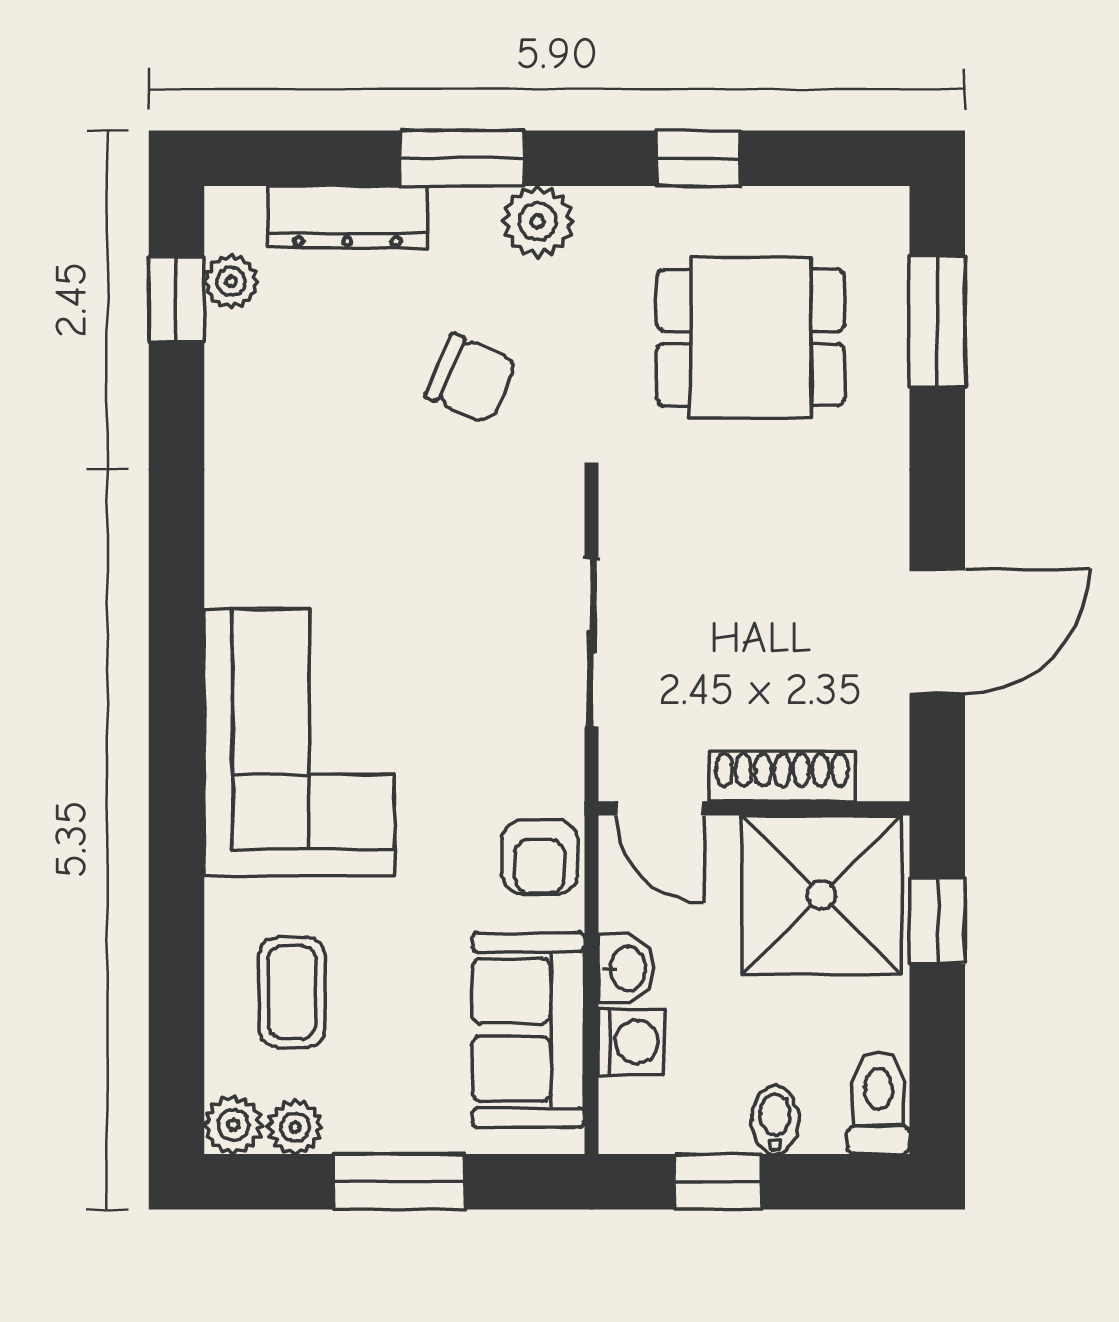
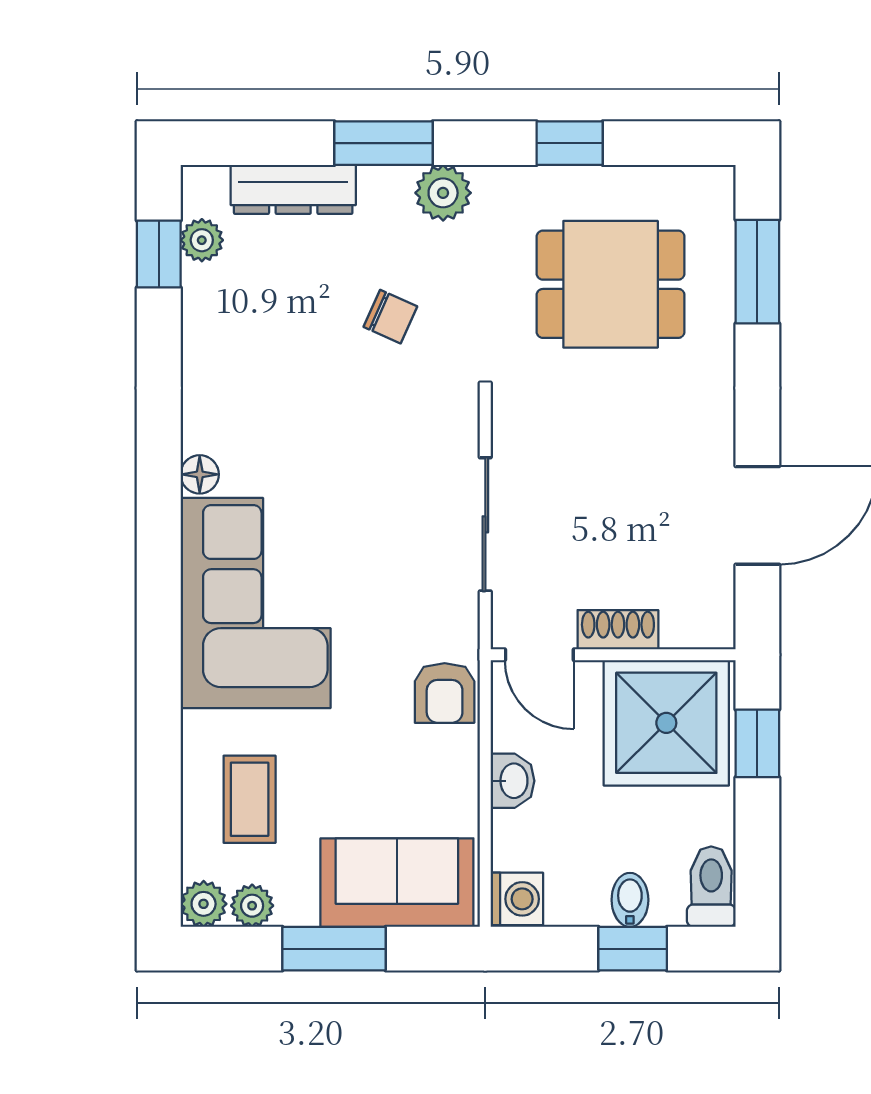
chair: (471, 379) -> (390, 317), width x0.73, depth x0.73
floor lamp: (228, 579) -> (200, 474), added
shoe rack: (782, 776) -> (618, 630), width x0.70
sofa: (528, 1030) -> (397, 883), moved, turned 90
washing machine: (632, 1042) -> (517, 899), moved
window: (718, 1182) -> (633, 949), moved

